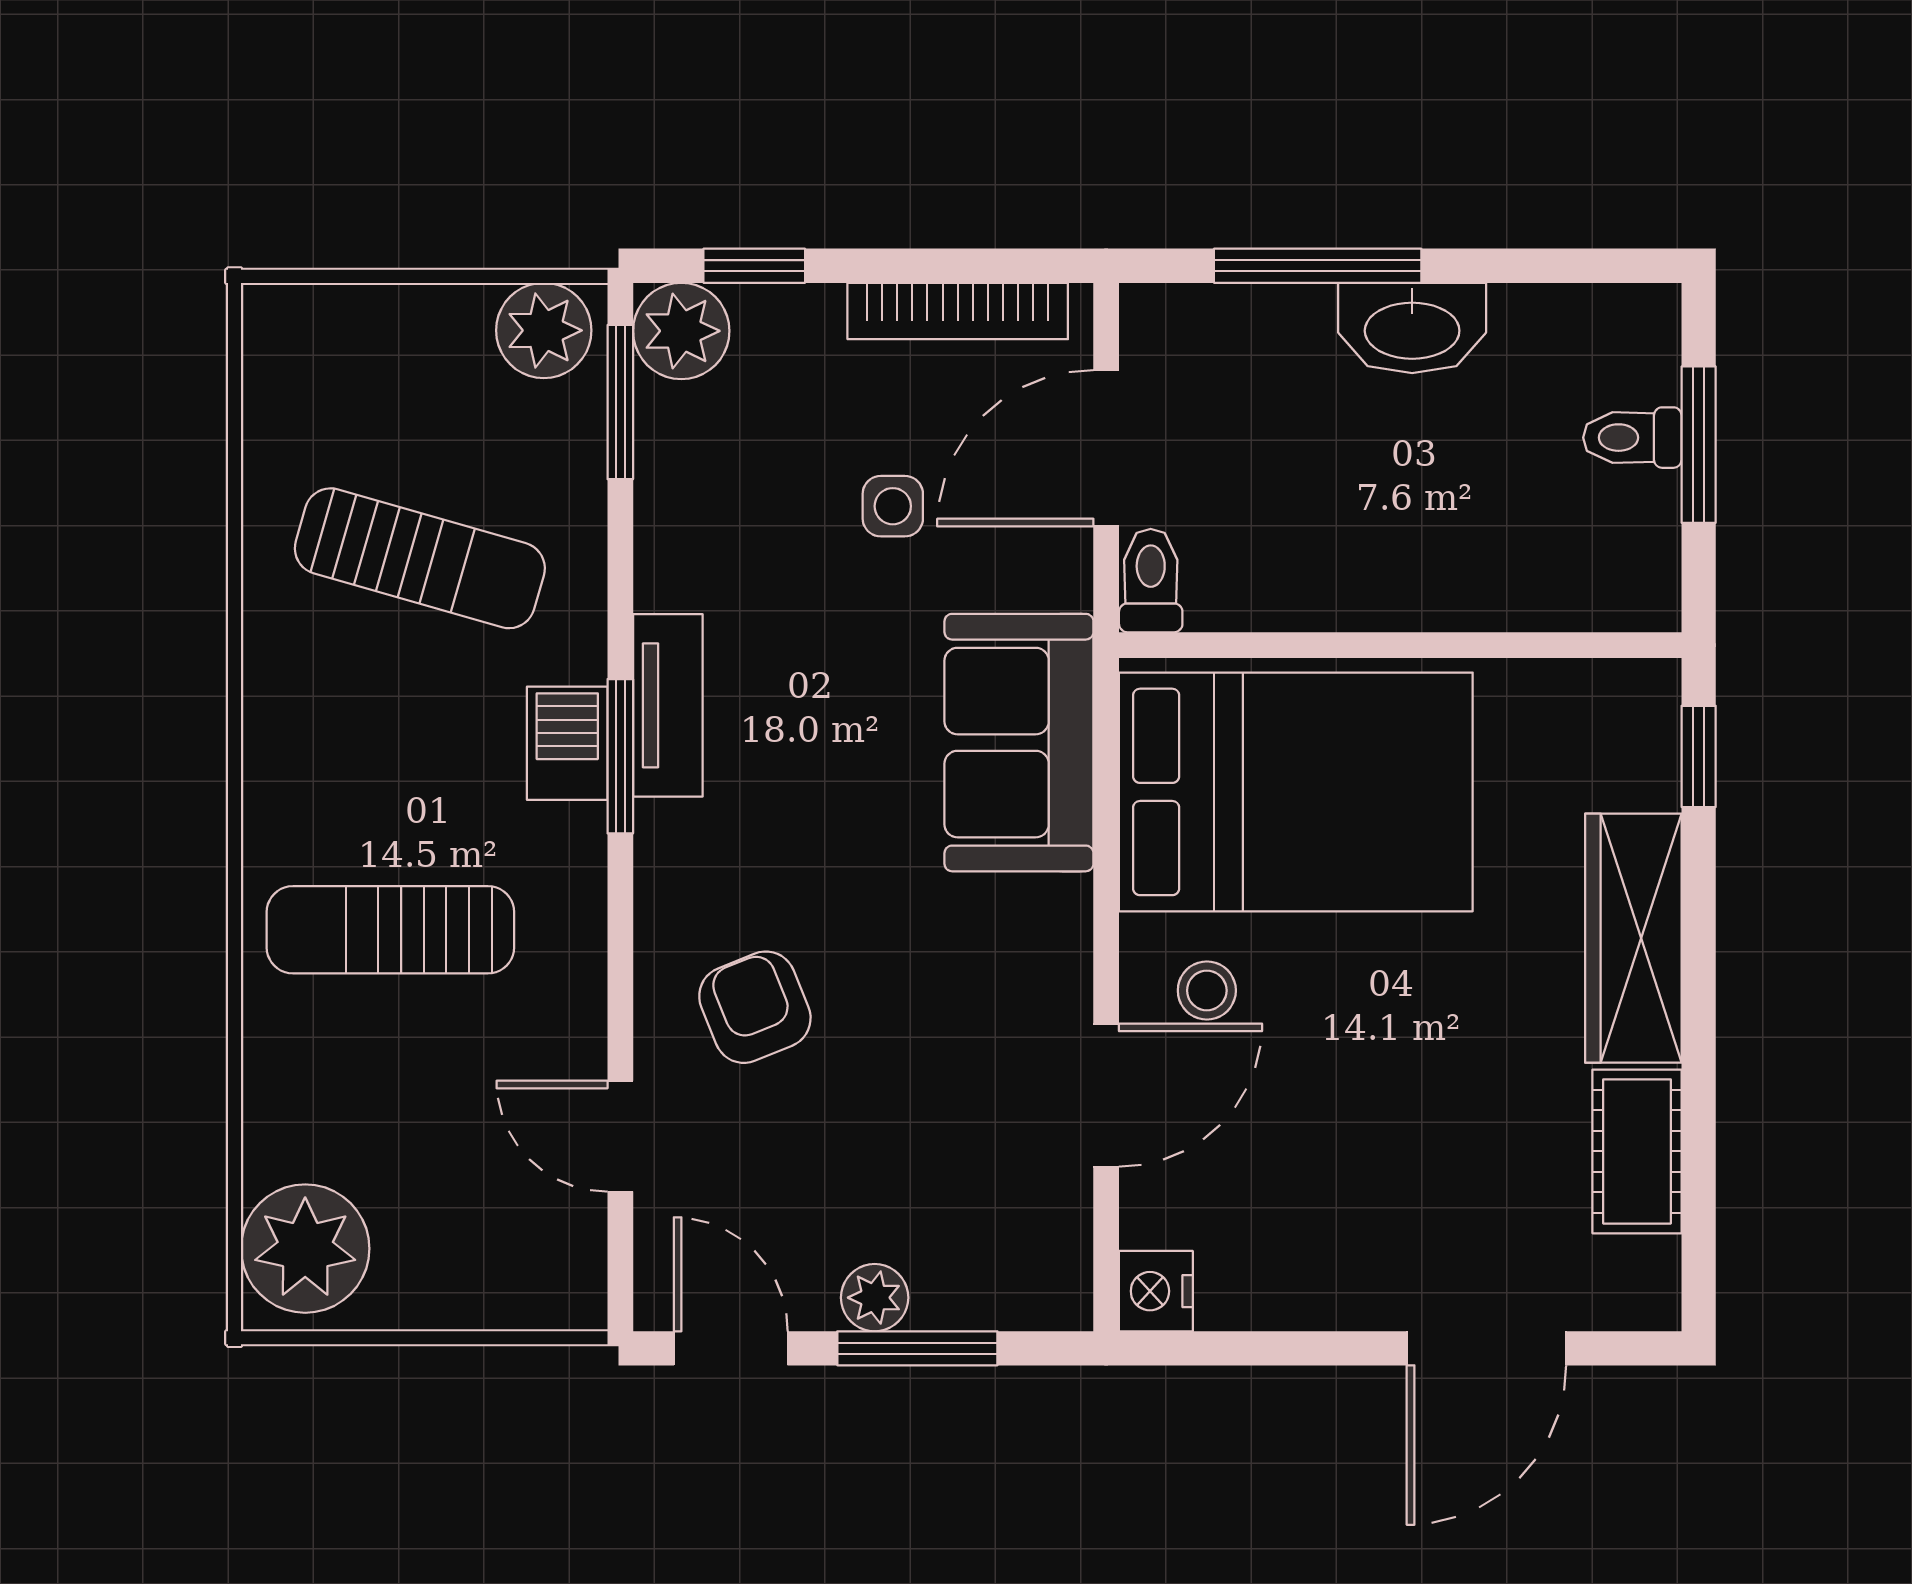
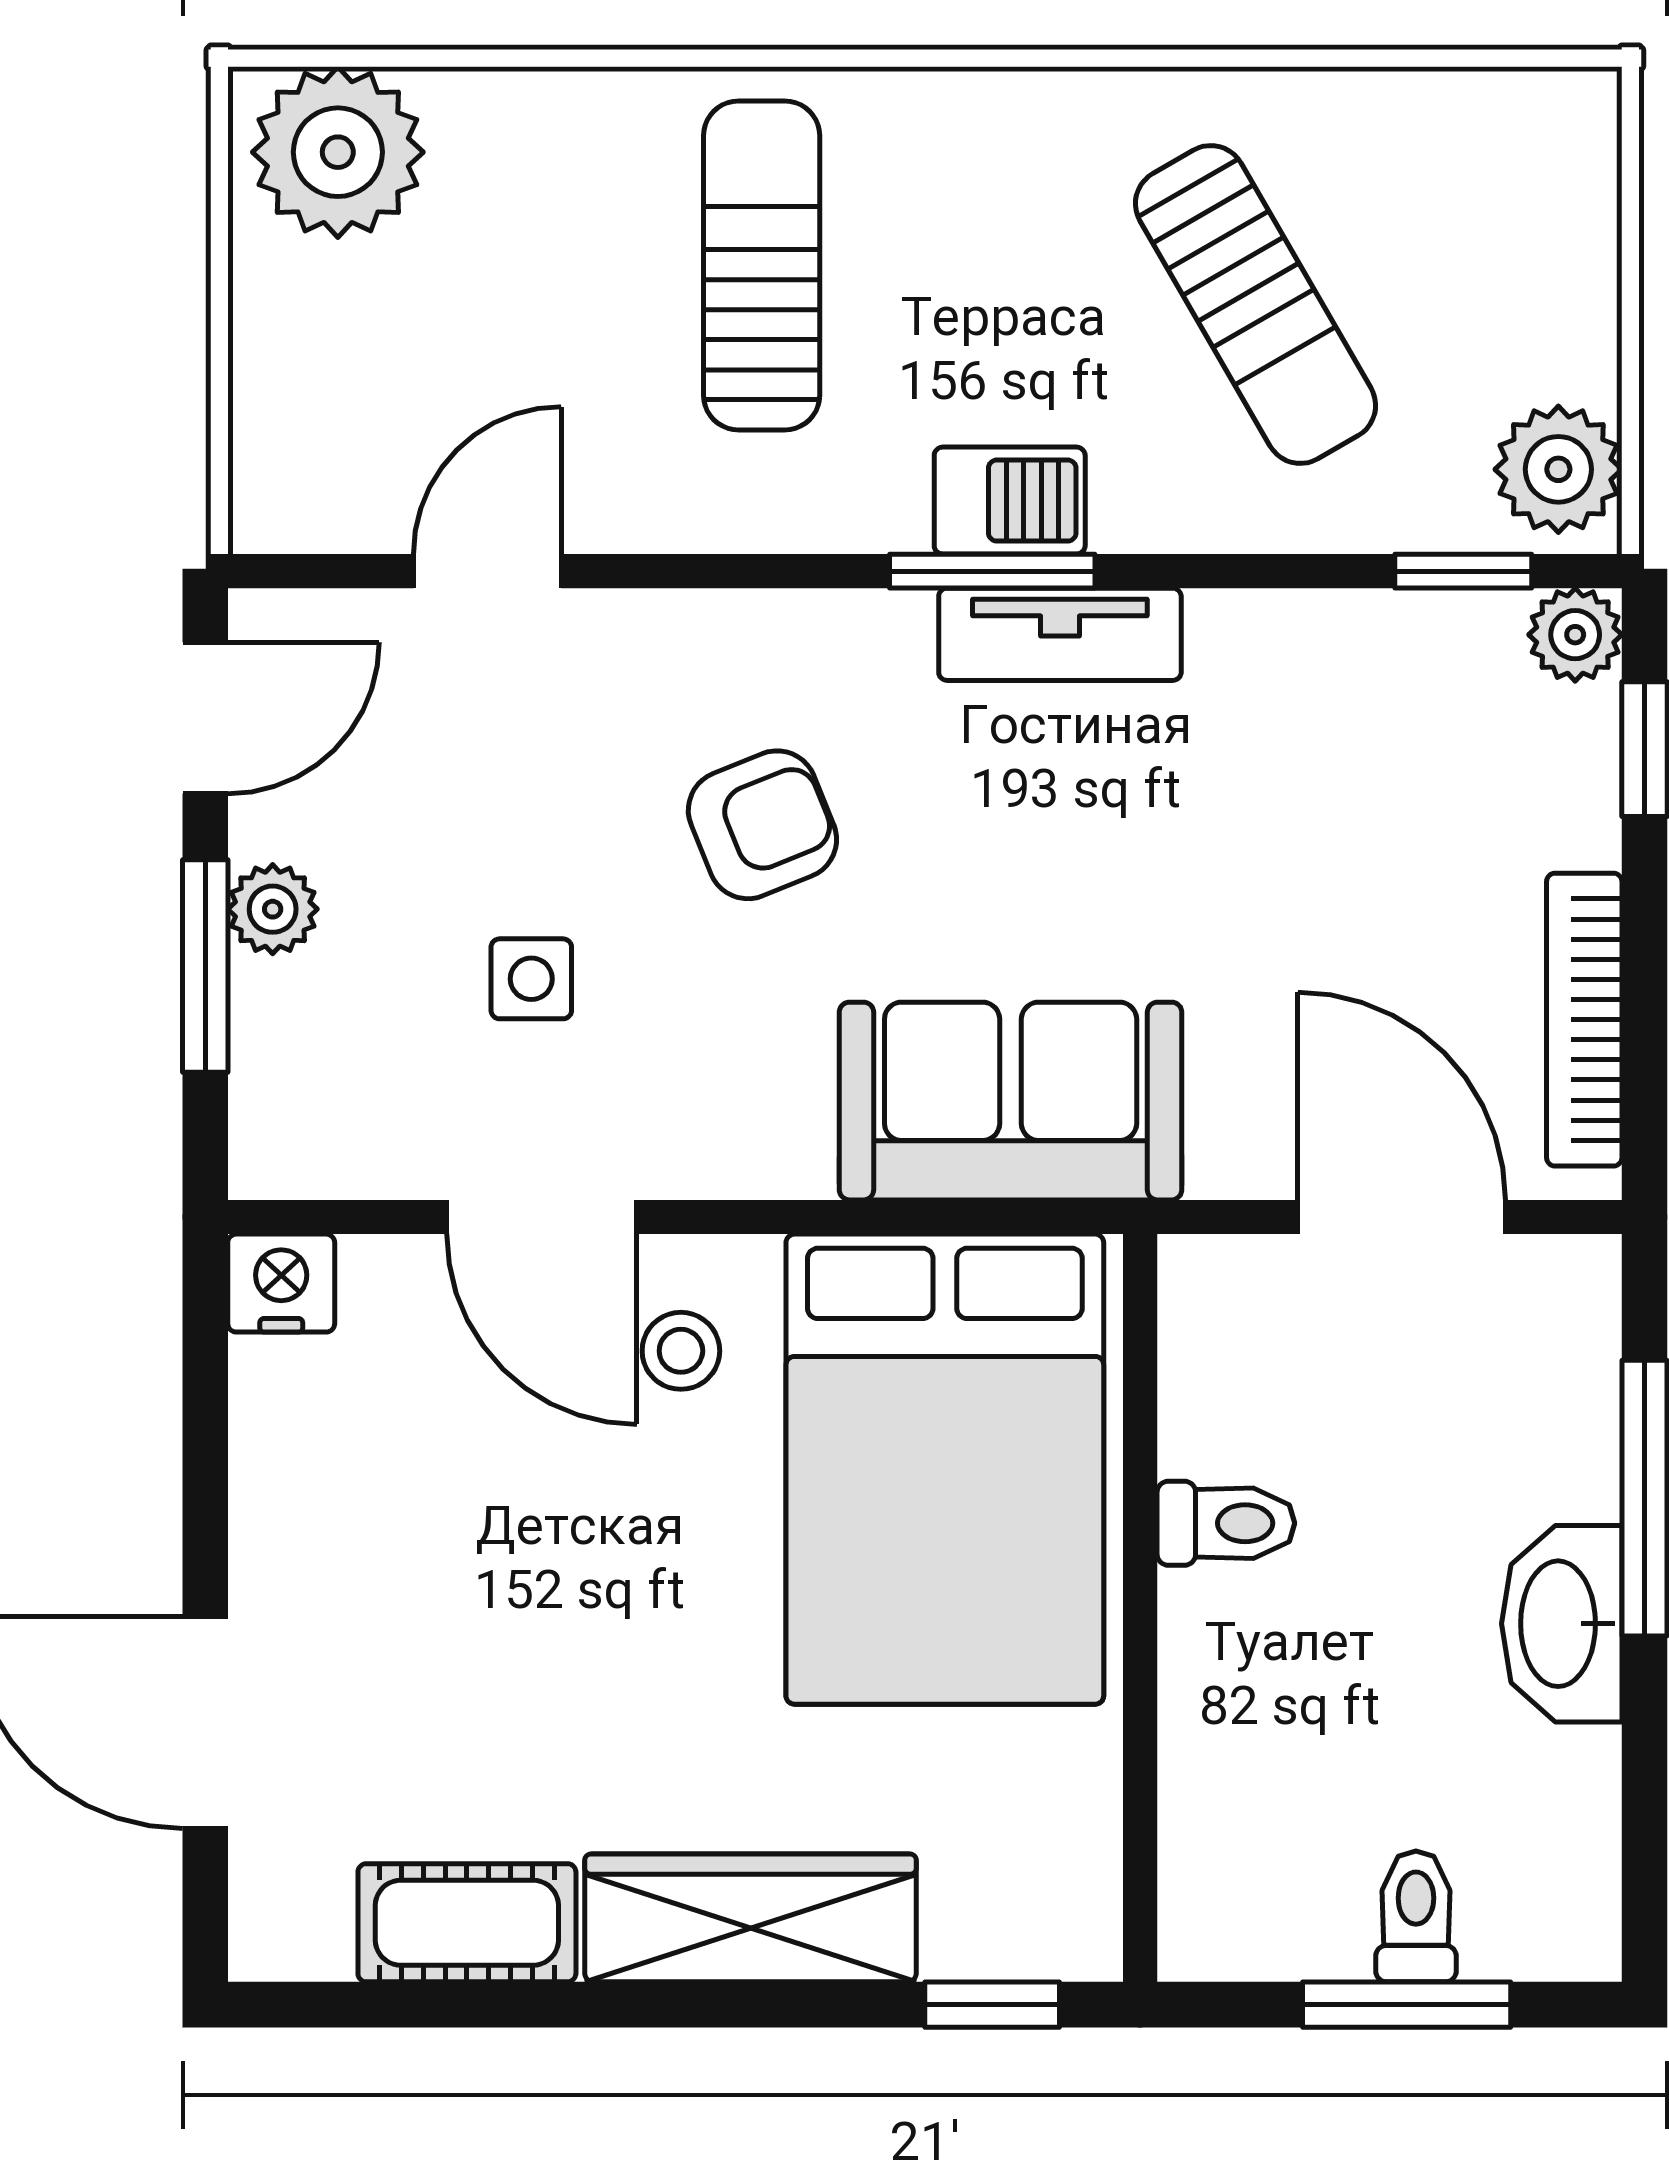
plant: (681, 331) -> (1575, 635), width x0.73, depth x0.73
window: (620, 402) -> (1463, 571), width x0.67
side table: (893, 506) -> (531, 979), moved
sun lounger: (420, 558) -> (1256, 305), turned -46
toilet: (1151, 581) -> (1226, 1523), moved
armchair: (755, 1007) -> (762, 825), moved

